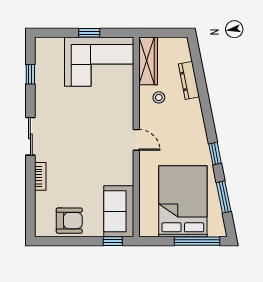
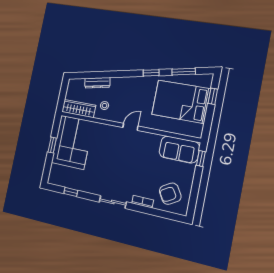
armchair: (69, 221) -> (170, 194), moved, turned -121
window: (197, 241) -> (213, 96), width x0.46

